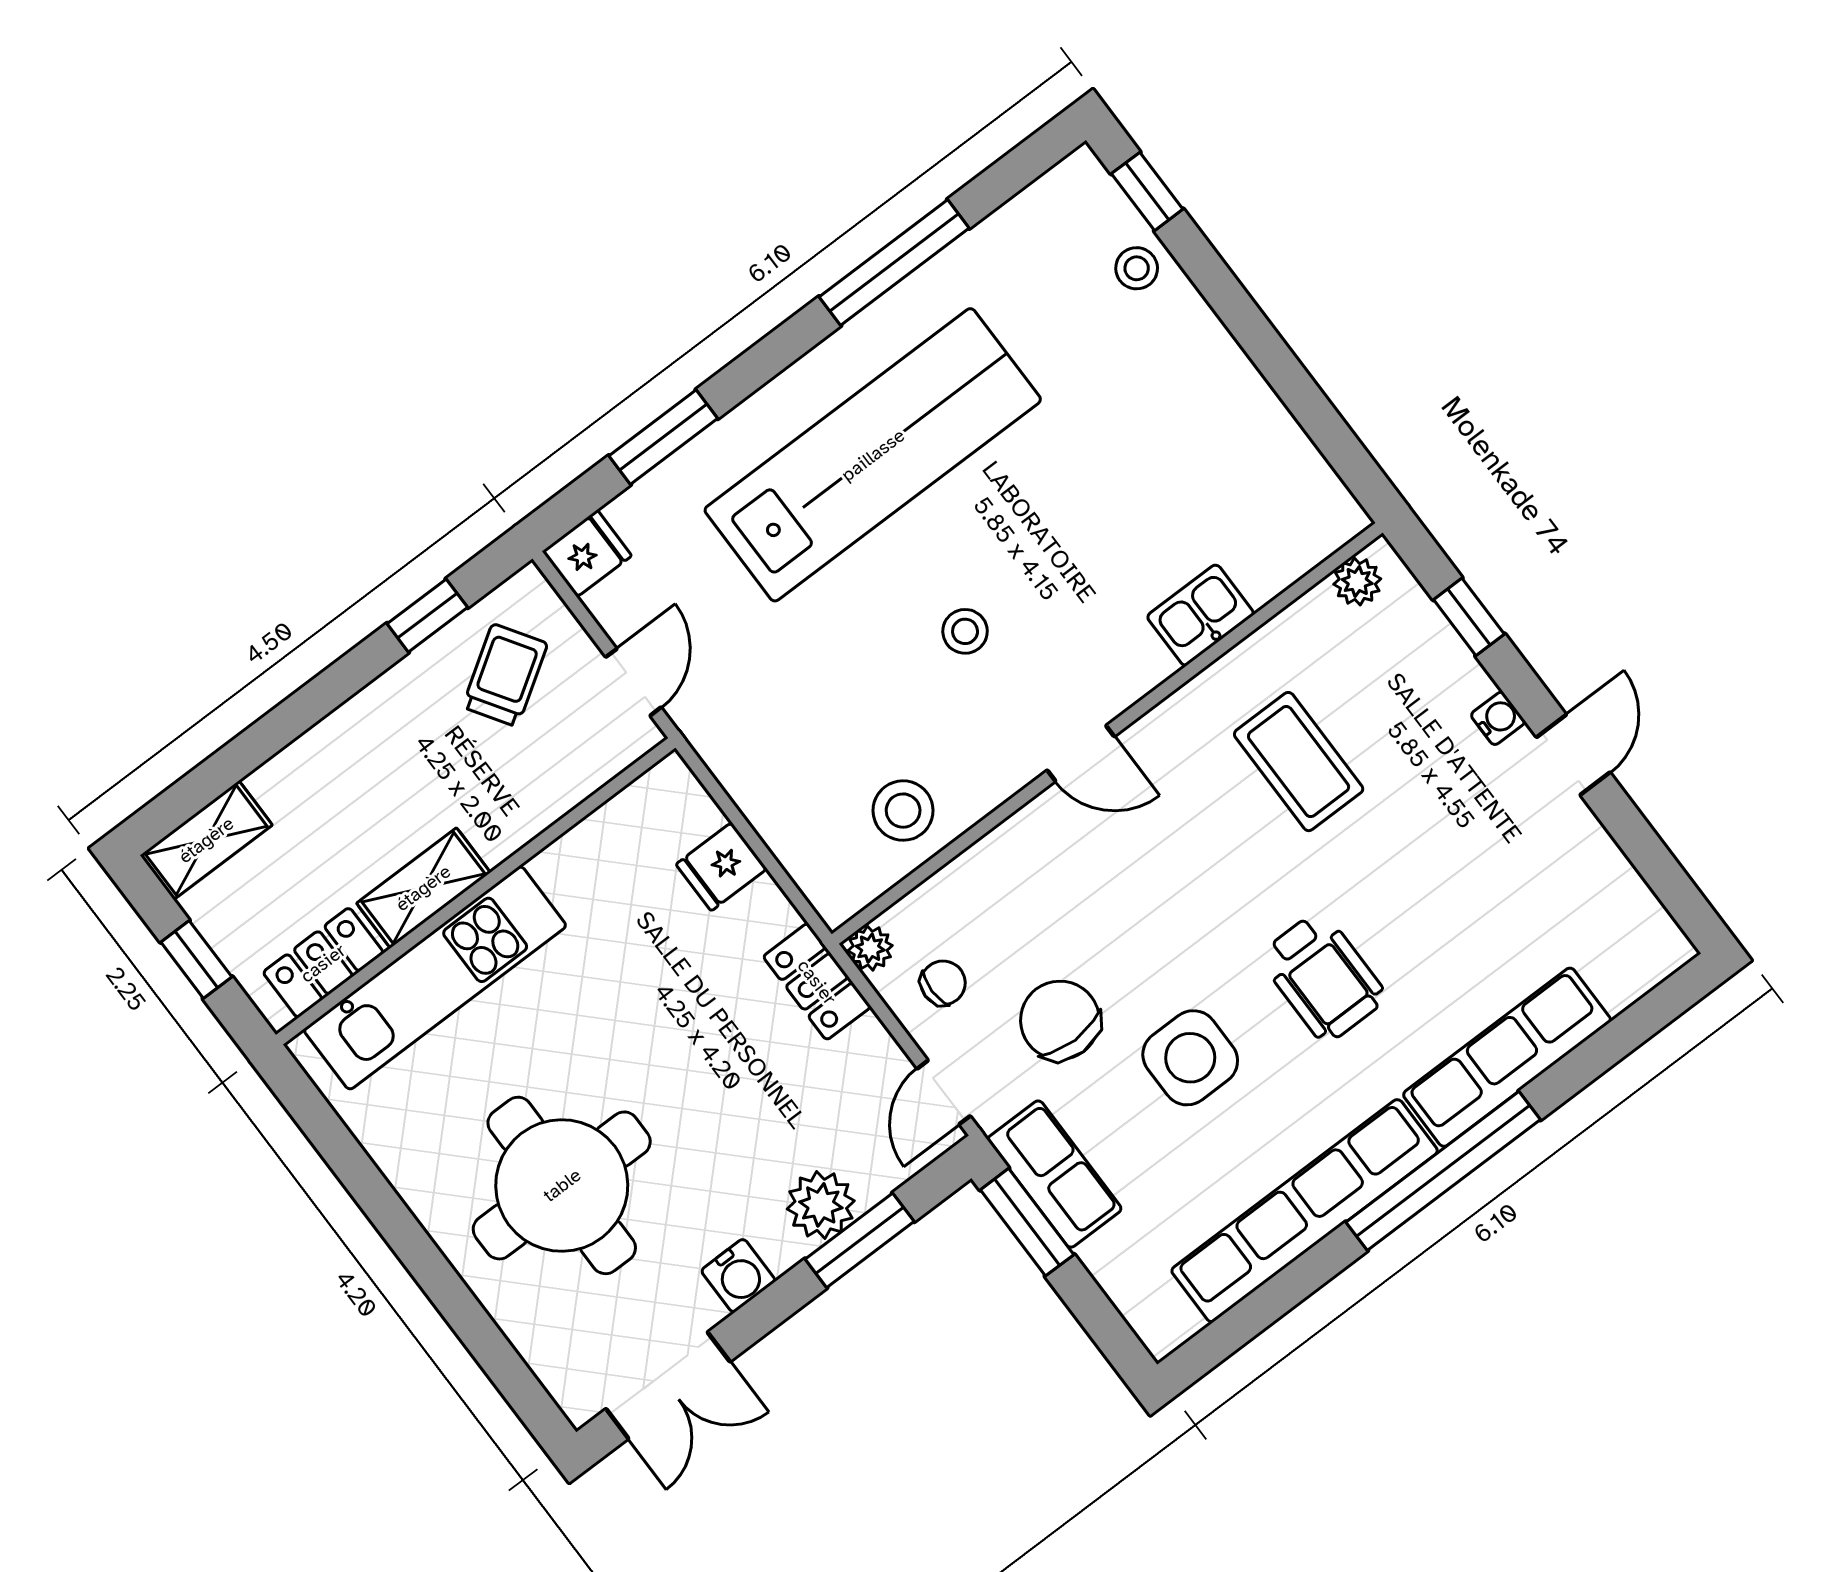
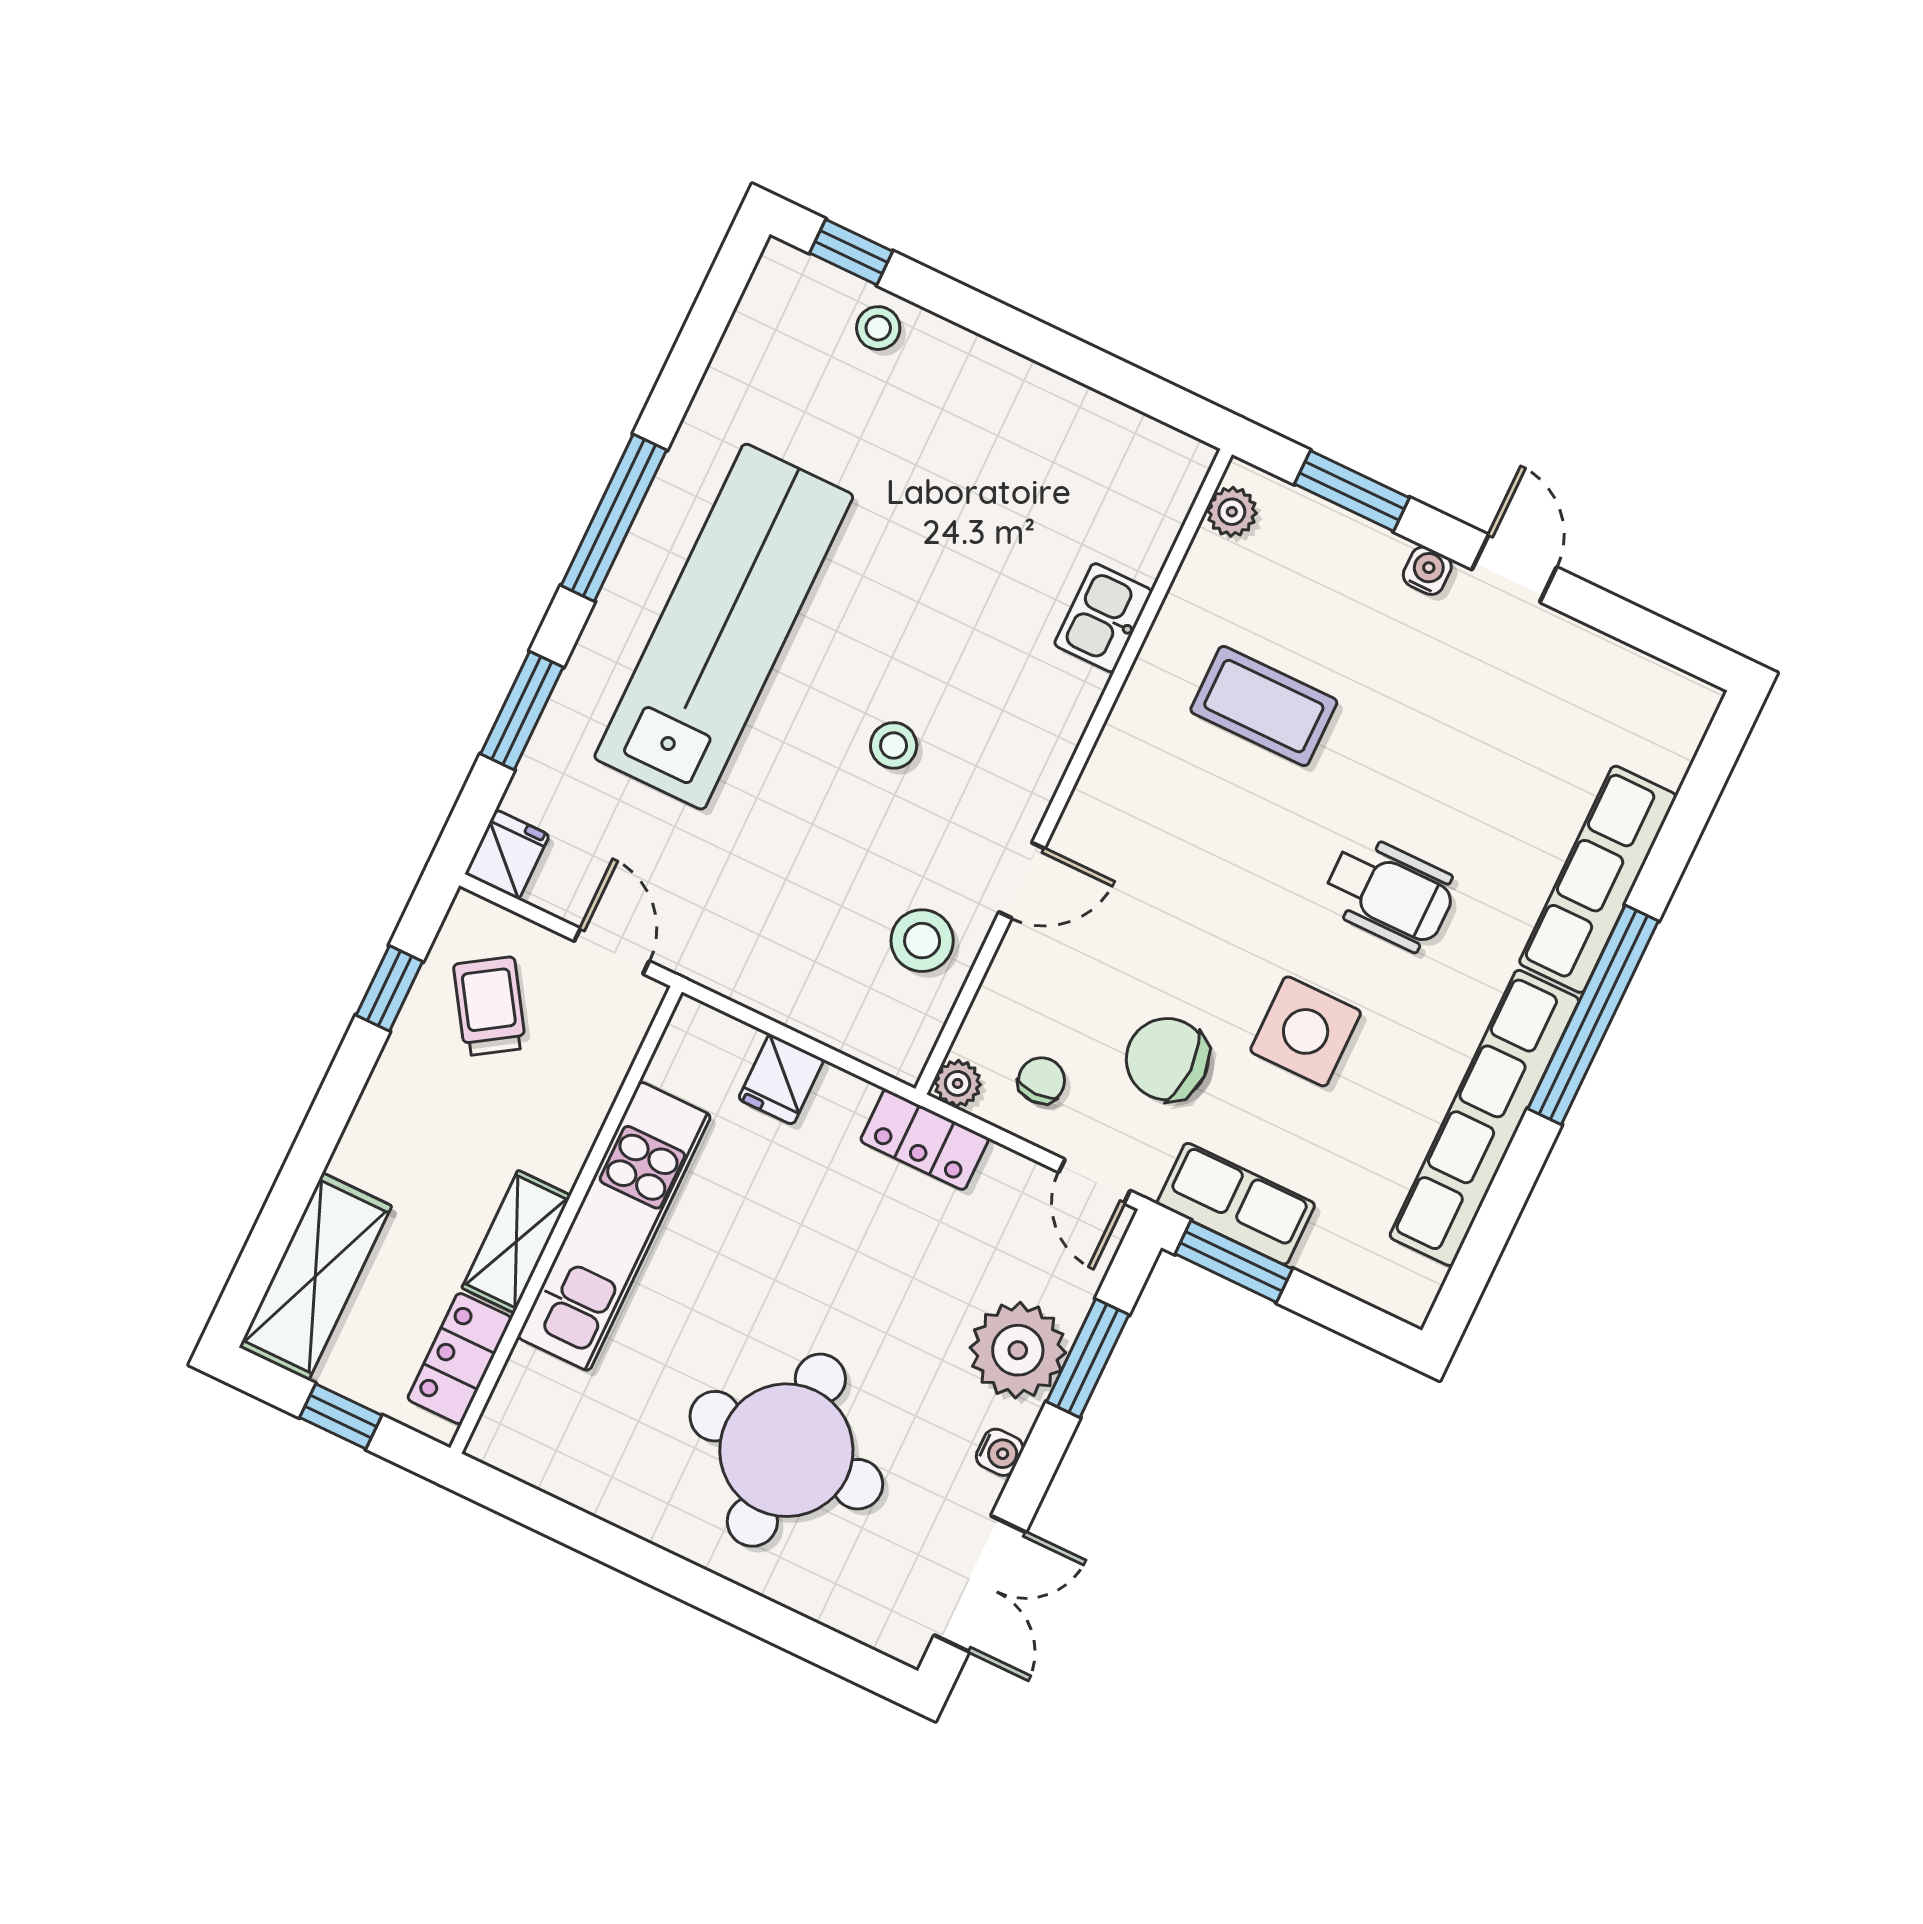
window: (894, 262) -> (614, 518), moved
window: (1469, 617) -> (1352, 491), width x1.50
door: (1081, 753) -> (1022, 880), moved
shelving: (206, 840) -> (315, 1277), width x1.50, depth x1.33
kitchen unit: (435, 978) -> (614, 1226), moved
plant: (821, 1205) -> (1018, 1350), width x1.36, depth x1.36
water cooler: (738, 1276) -> (1000, 1452), width x0.72, depth x0.72

